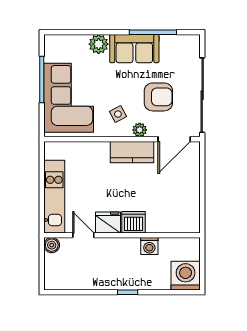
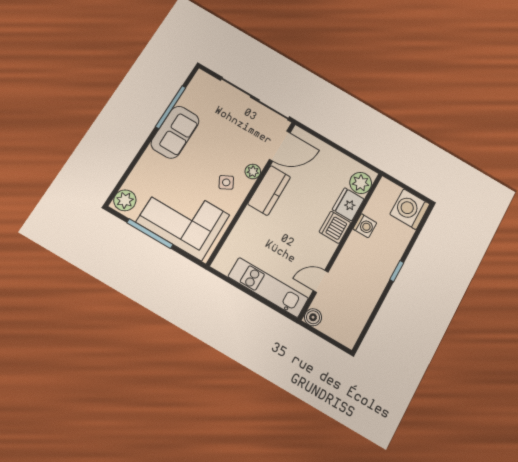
plant: (99, 44) -> (125, 200), moved
armchair: (158, 97) -> (233, 137), removed
door: (174, 139) -> (280, 146), hinge flipped
fridge: (108, 222) -> (348, 204), moved
plant: (183, 223) -> (361, 183), added

